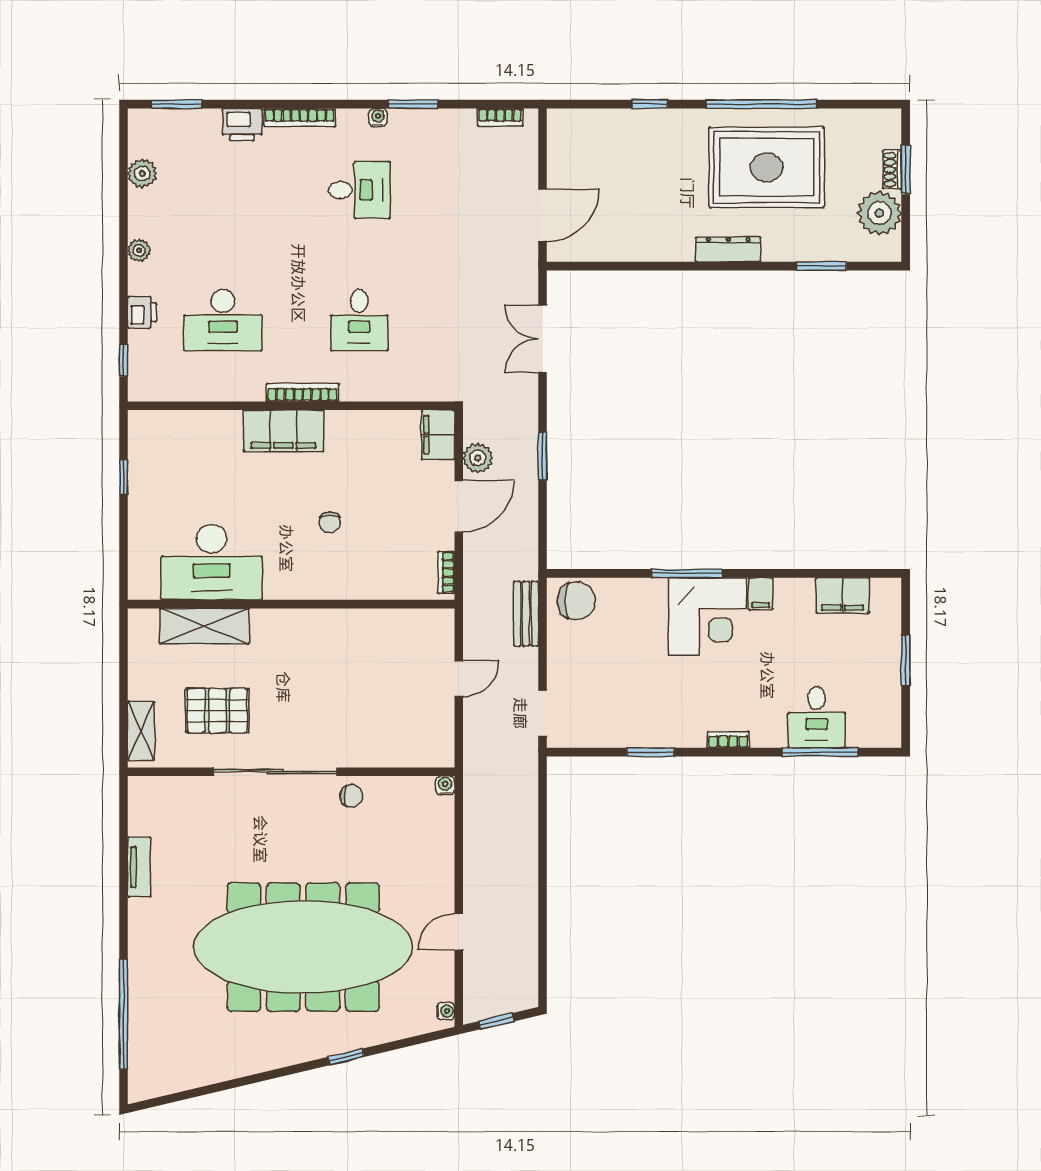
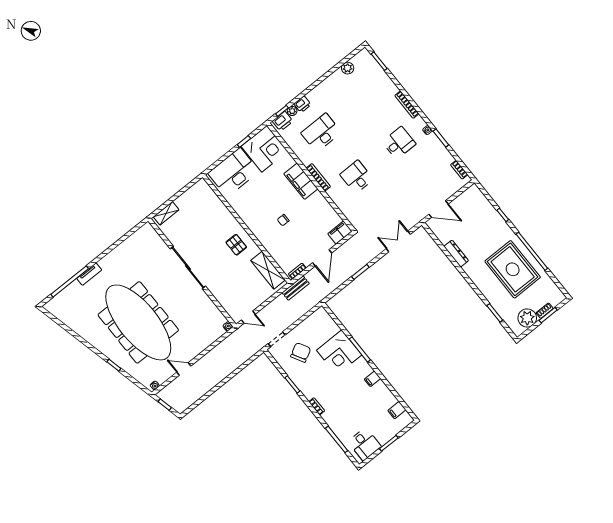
printer: (242, 125) -> (283, 121), moved, turned -90
desk: (359, 190) -> (399, 143), turned -90
dresser: (728, 249) -> (456, 254), moved
plant: (139, 250) -> (292, 111), moved
desk: (223, 320) -> (321, 133), turned 90
desk: (359, 320) -> (357, 177), turned 90
corner desk: (168, 450) -> (264, 149), added
plant: (478, 458) -> (343, 251), removed
door: (459, 506) -> (322, 258), hinge flipped
desk: (212, 562) -> (234, 172), moved, turned 90
filing cabinet: (843, 595) -> (397, 410), width x0.50
chair: (576, 601) -> (301, 352), moved, turned -119
bench: (526, 614) -> (296, 288), moved
corner desk: (707, 617) -> (339, 352), moved
shelving: (204, 626) -> (268, 270), moved
door: (459, 679) -> (248, 317), moved
pallet: (217, 711) -> (236, 245), moved, width x0.67, depth x0.71
desk: (817, 717) -> (365, 444), moved, turned -90
chair: (351, 796) -> (200, 299), removed
tv unit: (139, 867) -> (89, 274), moved

